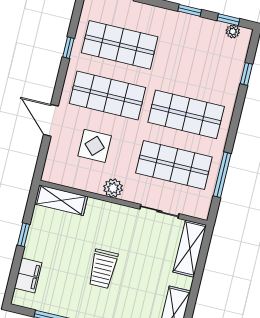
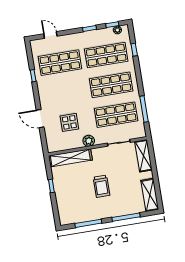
shop shelf: (107, 95) -> (106, 55), moved
shelving: (61, 200) -> (70, 158), width x1.47
filing cabinet: (28, 275) -> (63, 207), removed

